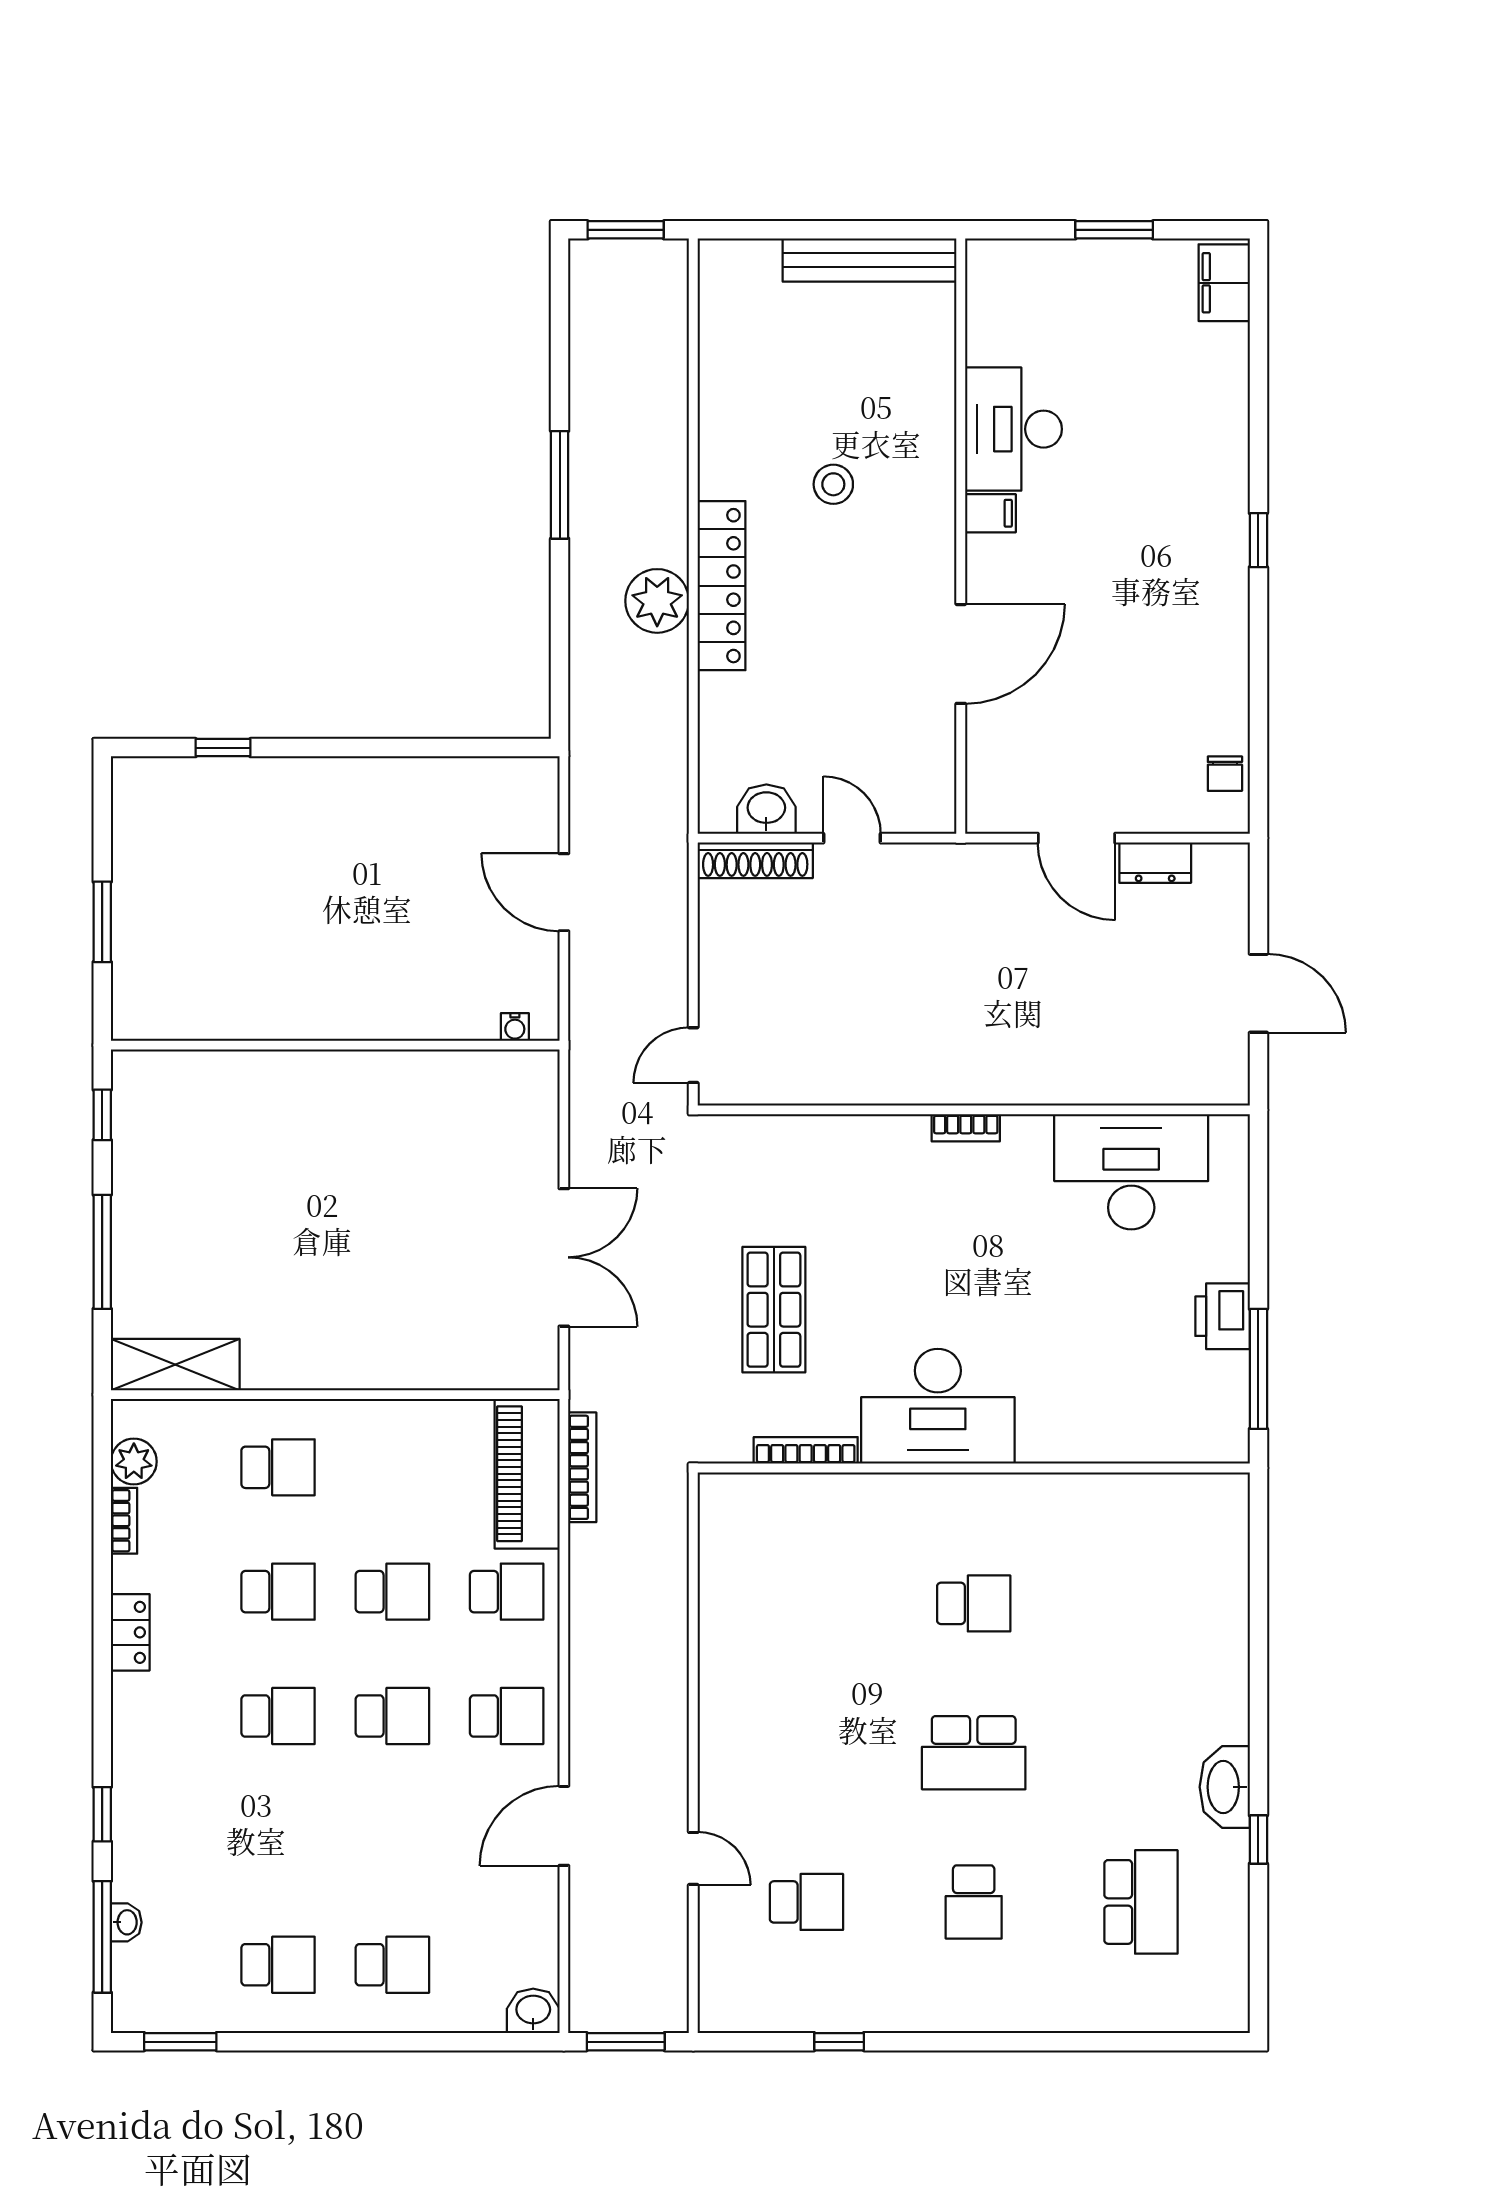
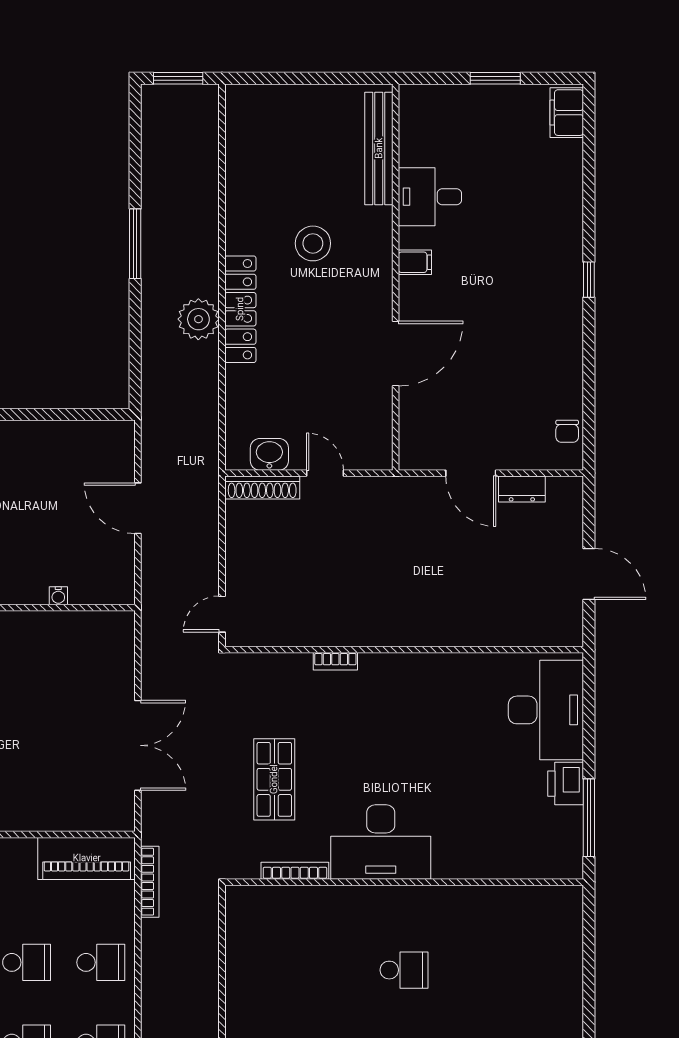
bench: (870, 260) -> (379, 148), moved, turned 90
desk: (1014, 429) -> (430, 197), width x0.73
stool: (833, 484) -> (313, 243), width x1.38, depth x1.38
water cooler: (515, 1027) -> (58, 596), moved
bookcase: (966, 1128) -> (335, 661), moved
desk: (1131, 1172) -> (546, 710), moved, turned 90
piano: (527, 1474) -> (87, 858), moved, turned -90

